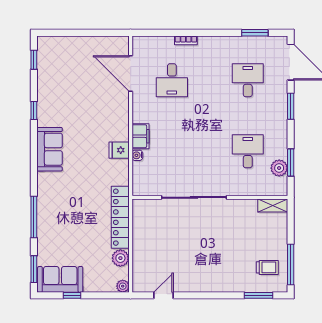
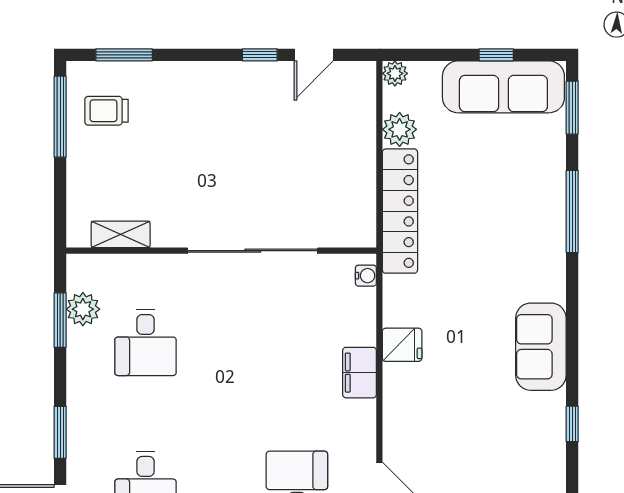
water cooler: (137, 155) -> (366, 276), moved
shelving: (273, 205) -> (121, 234), moved
sofa: (60, 279) -> (503, 87), width x1.36
window: (190, 295) -> (260, 55), added

